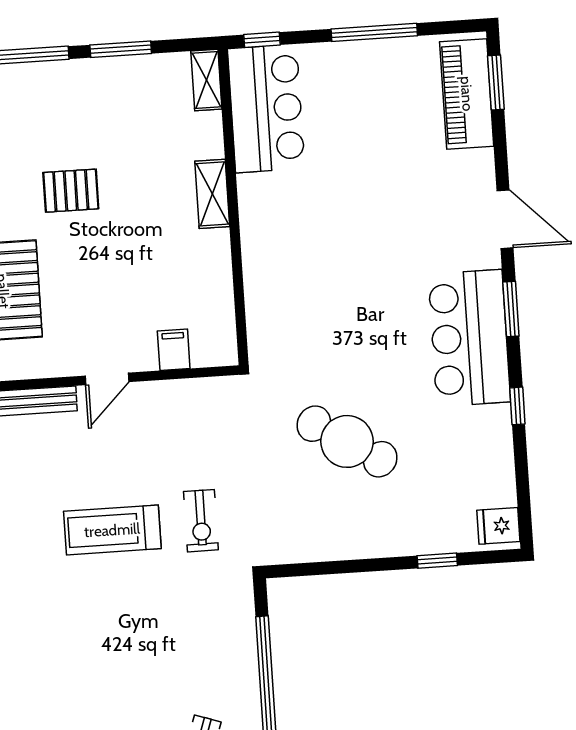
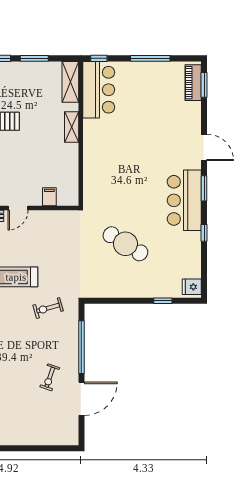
shelving: (206, 80) -> (70, 82), width x1.50, depth x1.33
piano: (467, 94) -> (193, 83), width x0.73, depth x0.75
exercise bike: (201, 521) -> (48, 308), moved, turned 74

